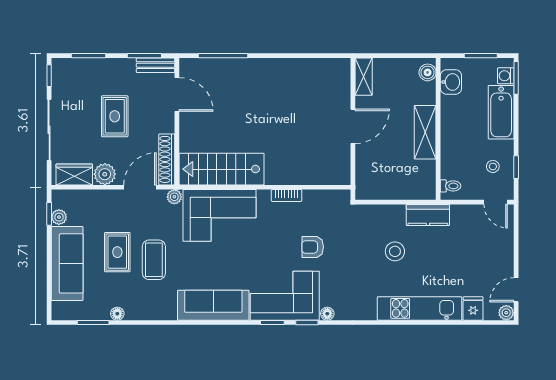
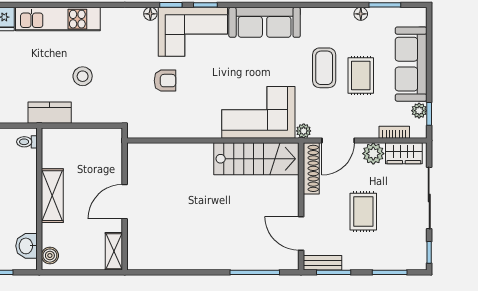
bookcase: (286, 195) -> (394, 132), moved

